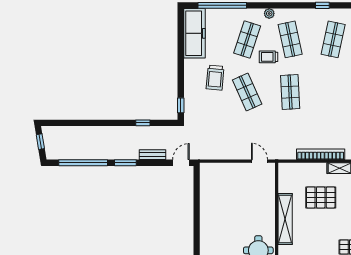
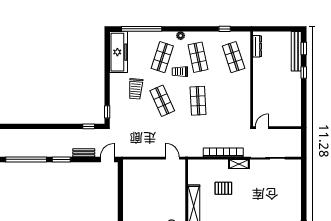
shop shelf: (333, 39) -> (234, 57), turned -30
window: (143, 123) -> (89, 126), moved
pallet: (321, 197) -> (223, 188), width x0.67, depth x0.71

